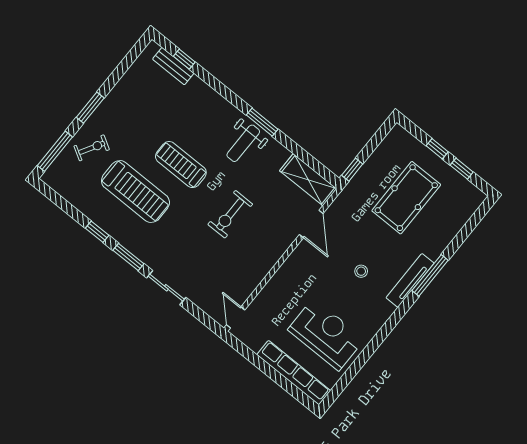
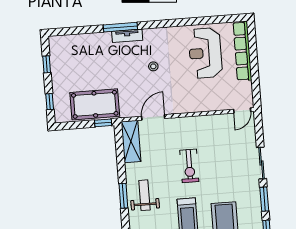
weight bench: (243, 143) -> (144, 195), turned -90
window: (437, 149) -> (50, 102), moved
pool table: (406, 198) -> (95, 104), moved
exercise bike: (230, 214) -> (189, 166), turned 90
tv unit: (410, 280) -> (127, 36), width x0.71

